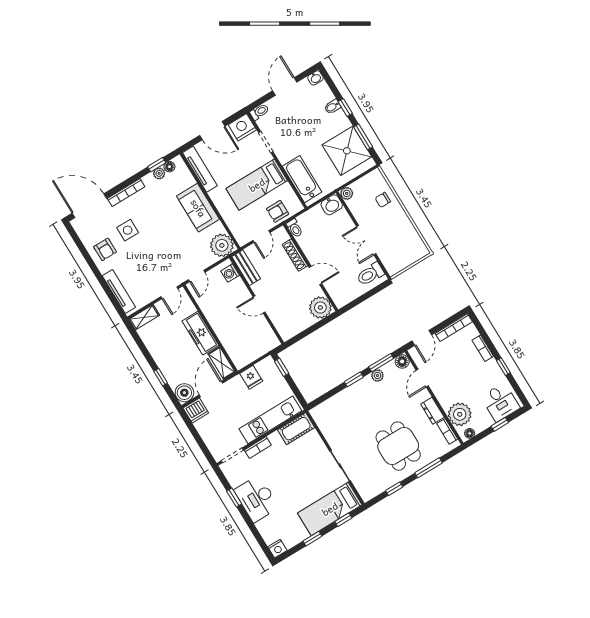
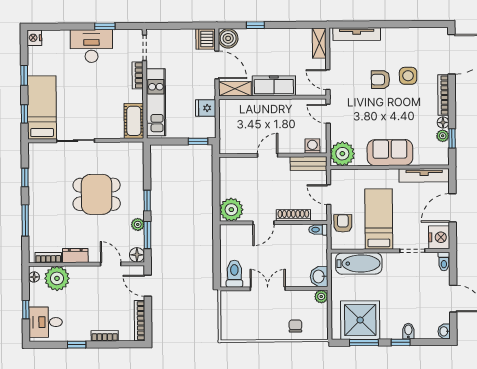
floor lamp: (169, 167) -> (443, 122), moved
armchair: (105, 249) -> (380, 80), moved
dining table: (398, 446) -> (97, 194), moved

